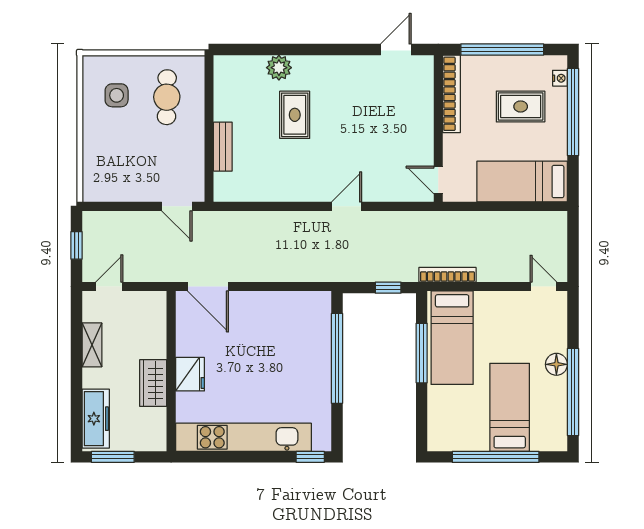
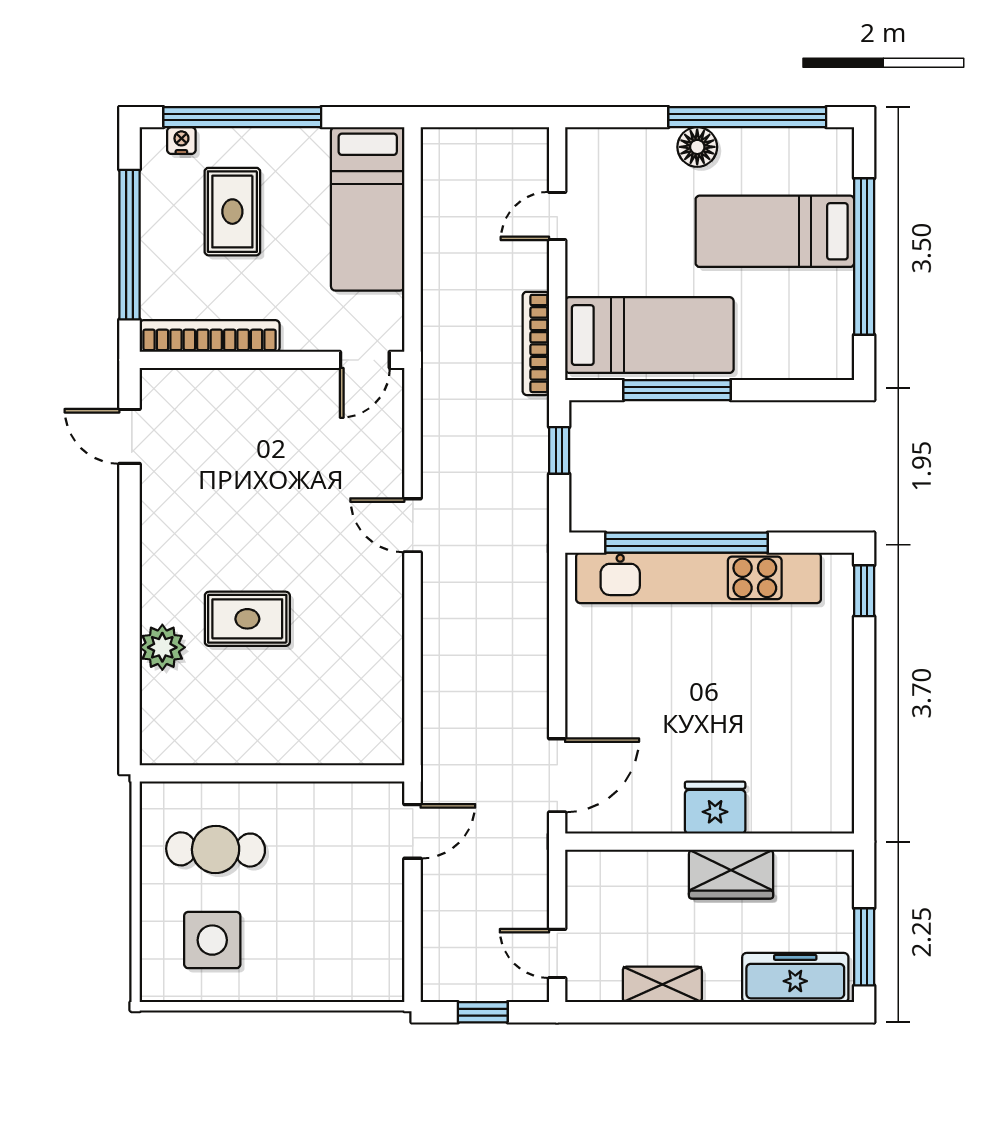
side table: (117, 95) -> (212, 940), width x1.37, depth x1.37
bench: (223, 147) -> (305, 749), removed
door: (543, 287) -> (557, 216), moved
kitchen unit: (243, 437) -> (698, 578), moved, turned -90

